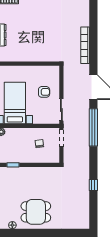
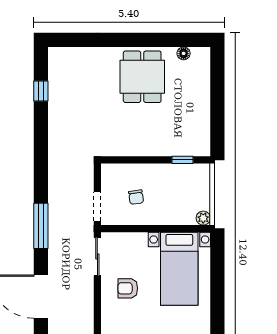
window: (93, 127) -> (41, 226), width x0.68
window: (93, 185) -> (41, 91), moved
dining table: (36, 212) -> (142, 77), turned 90

